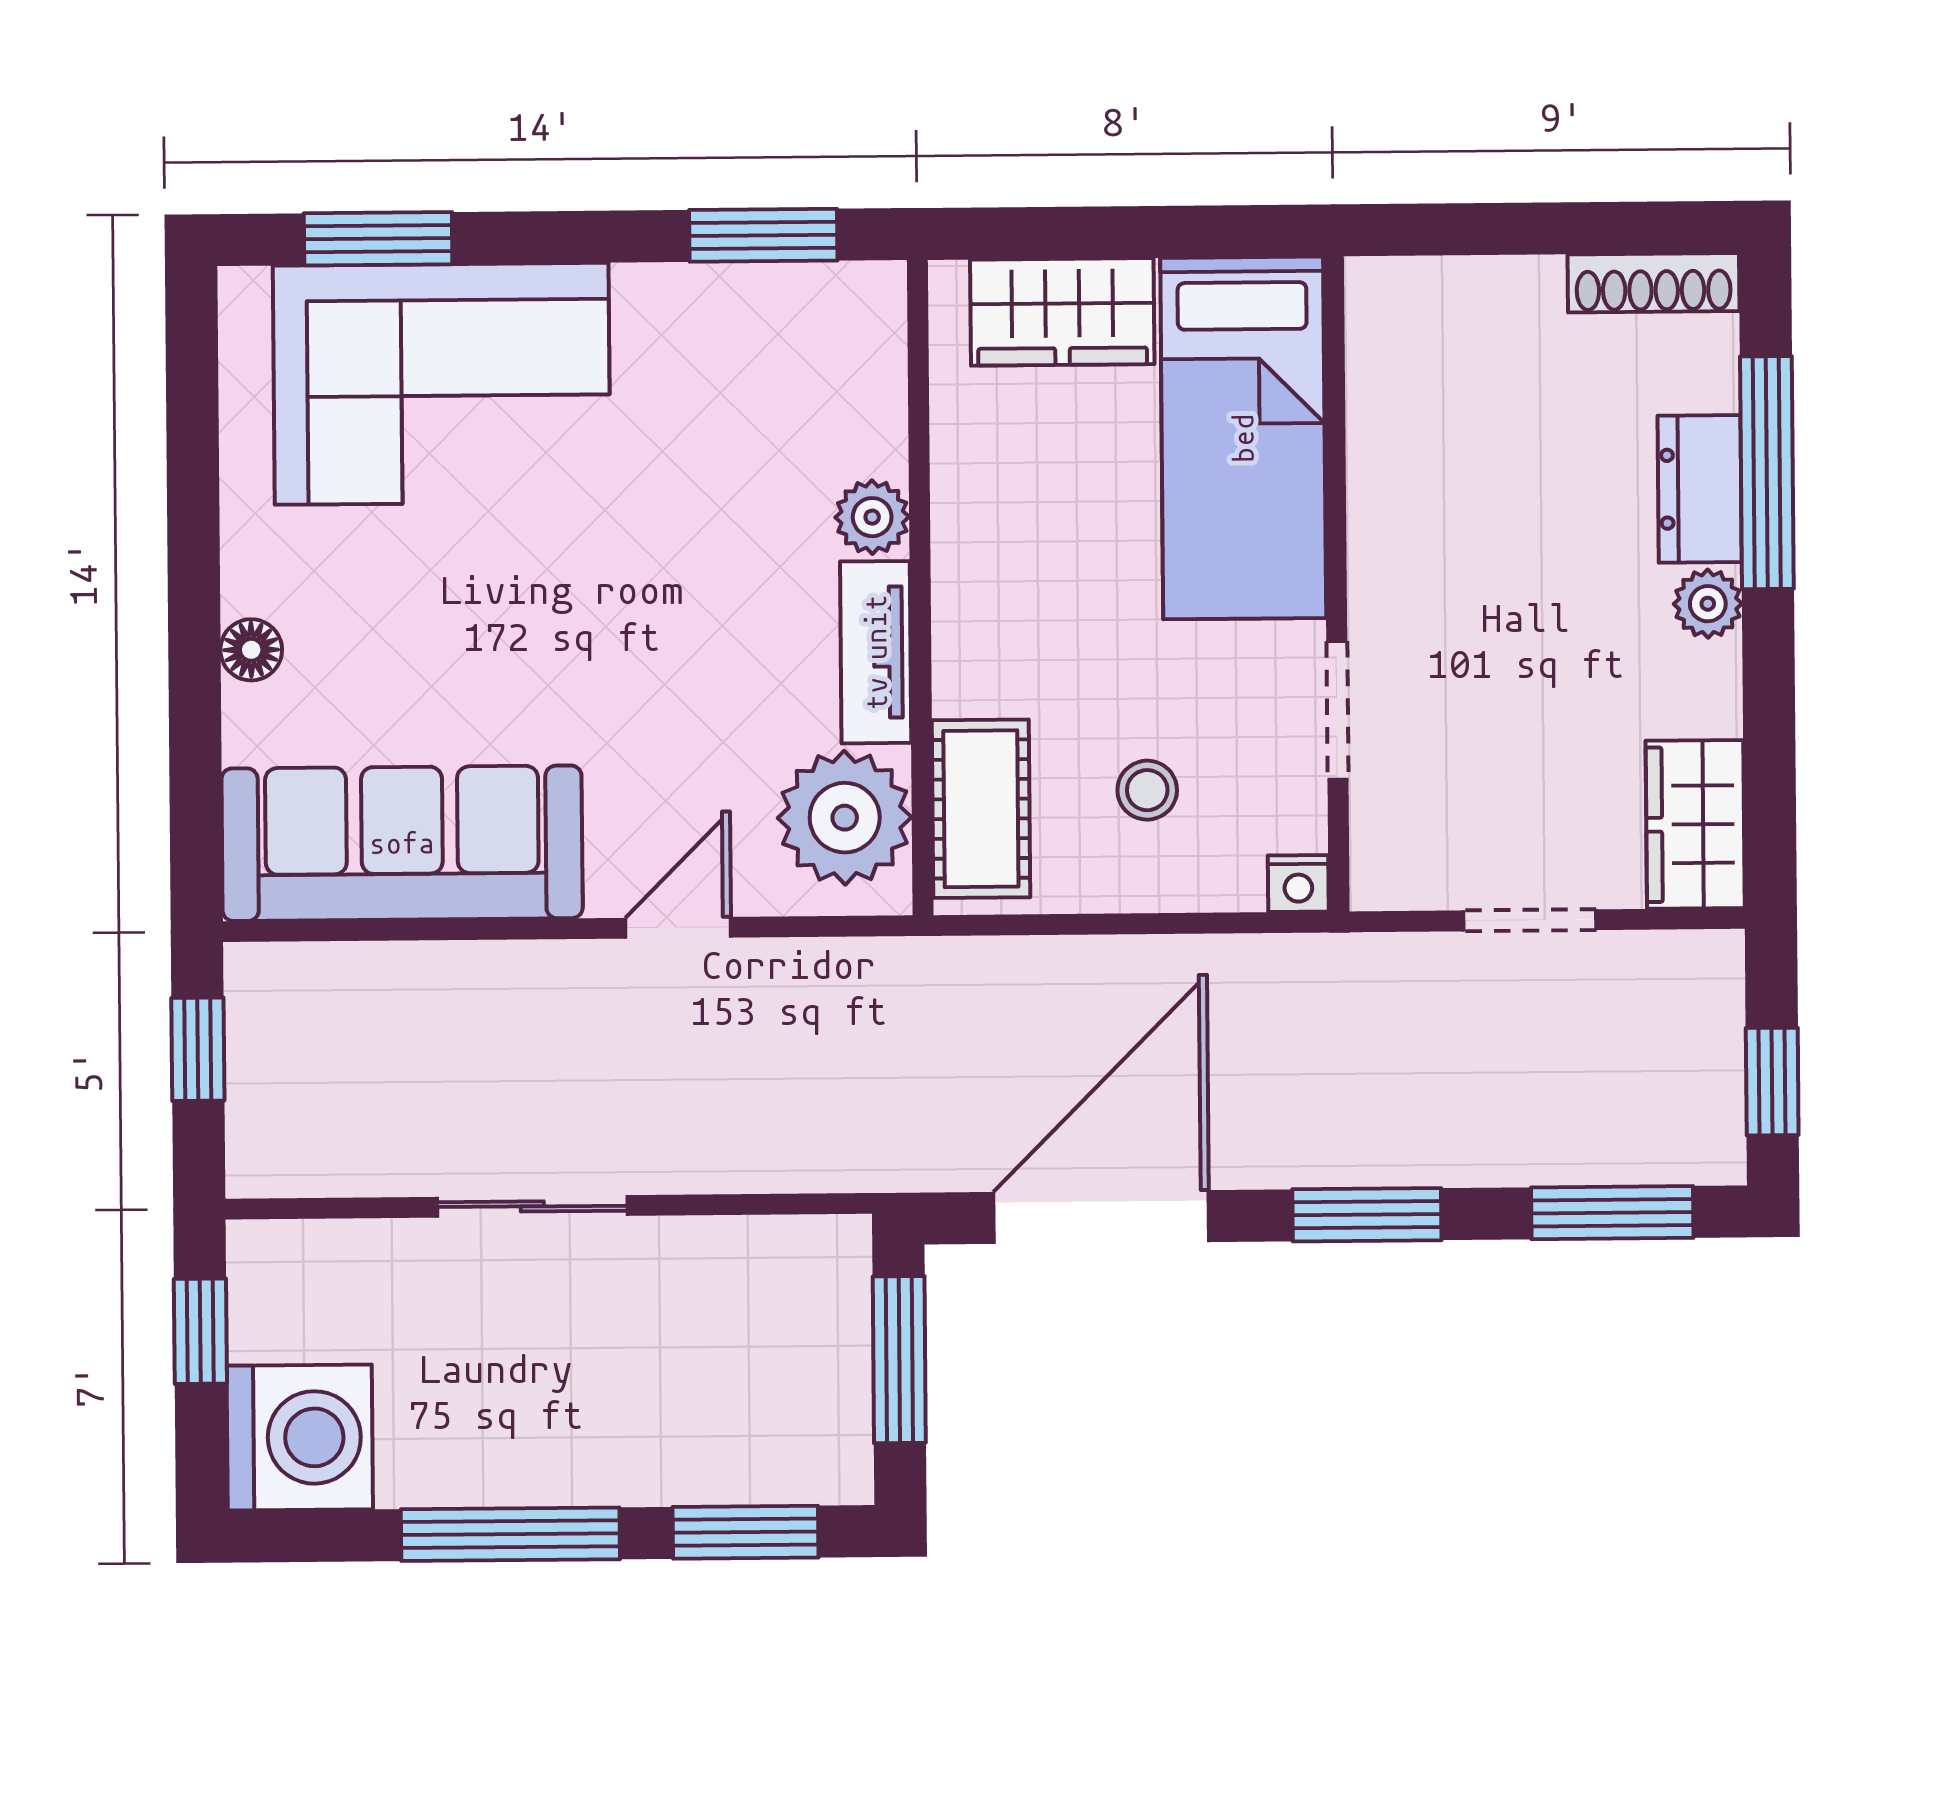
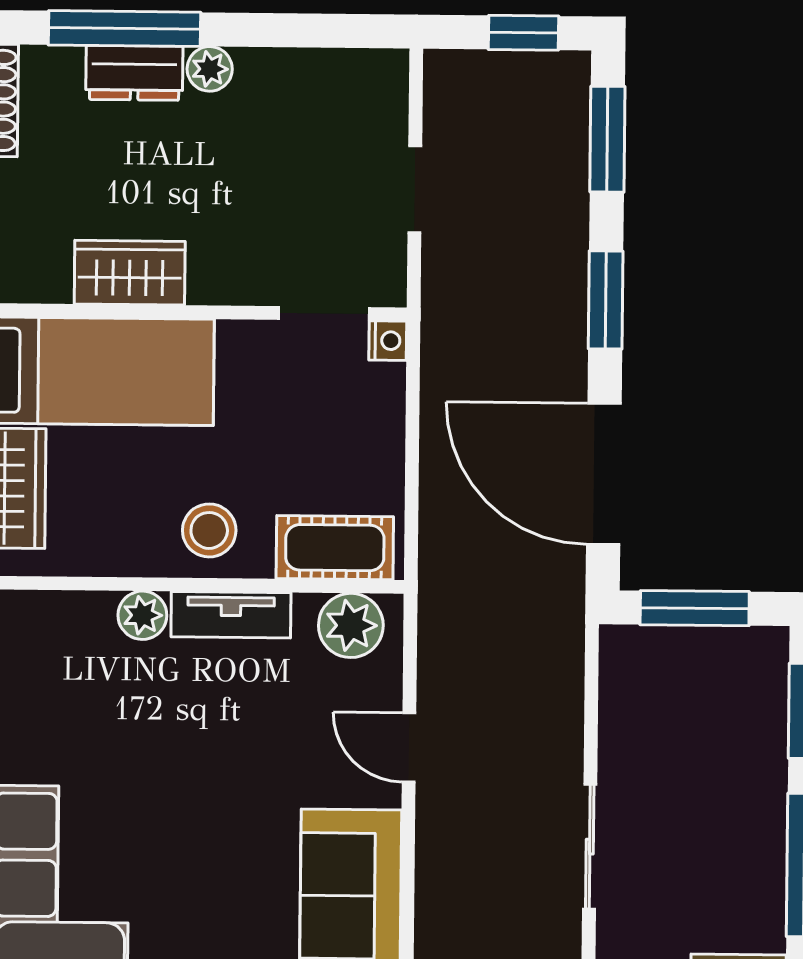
doorway: (1337, 710) -> (324, 313), moved
stool: (1147, 790) -> (209, 530), moved, width x1.37, depth x1.37
plant: (845, 818) -> (351, 625), width x0.73, depth x0.73
wardrobe: (1695, 824) -> (130, 273), moved, turned 180

